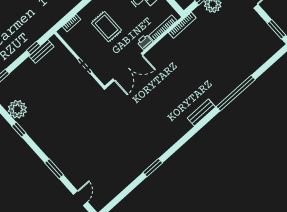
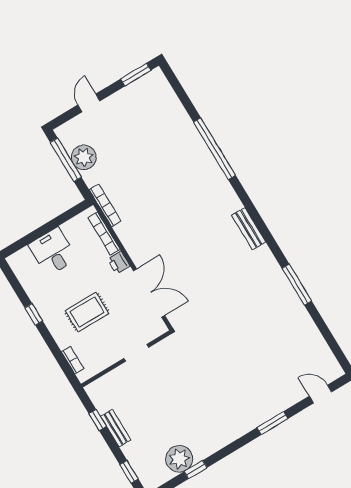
bench: (41, 51) -> (116, 428), moved
bench: (201, 113) -> (249, 229), moved
window: (19, 130) -> (196, 470), moved
window: (153, 168) -> (297, 285), width x1.44

